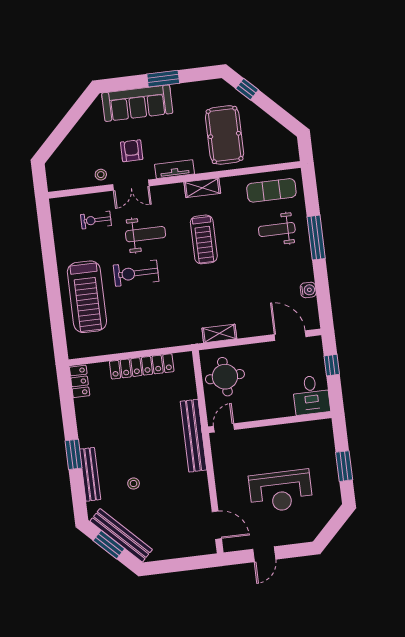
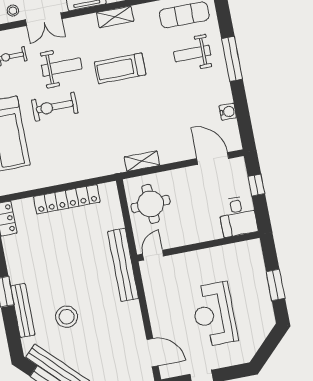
treadmill: (204, 239) -> (120, 68), turned 90
stool: (134, 483) -> (67, 317), width x1.89, depth x1.89
reception desk: (281, 491) -> (214, 314), turned 90

